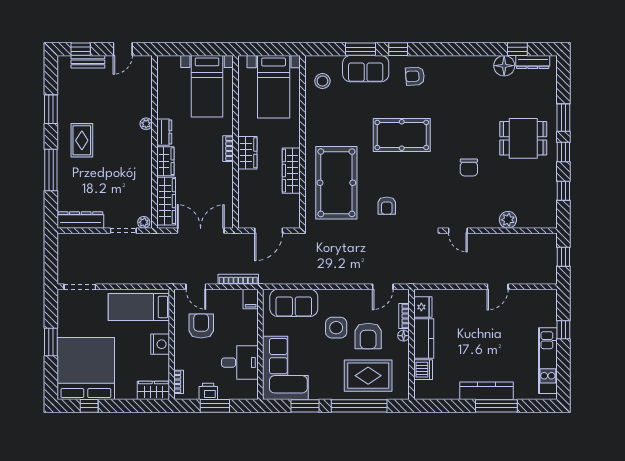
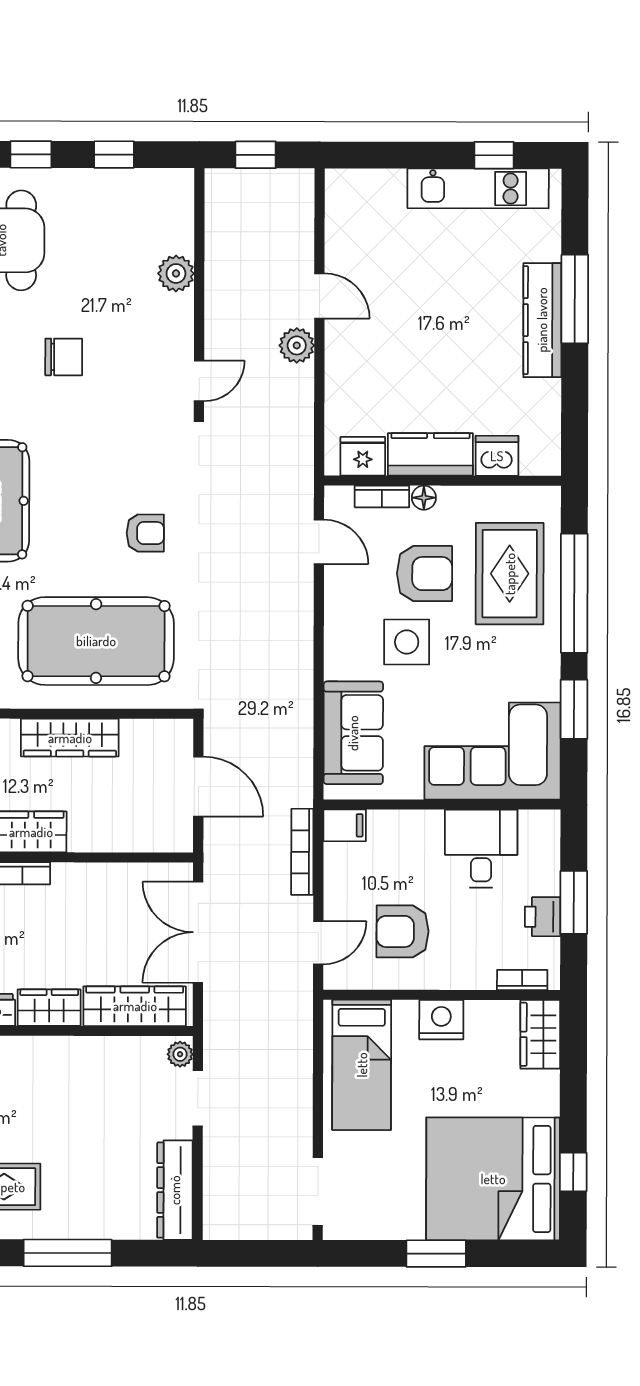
plant: (474, 276) -> (297, 345), added
window: (563, 330) -> (494, 155), moved

